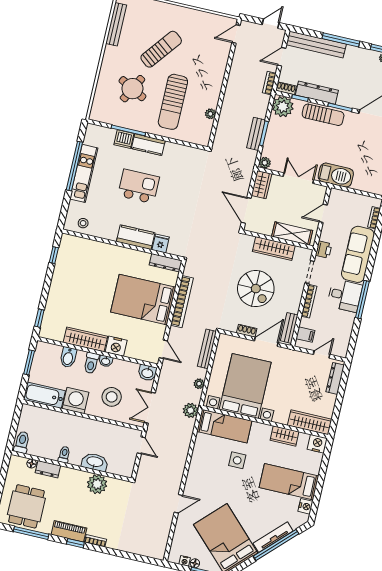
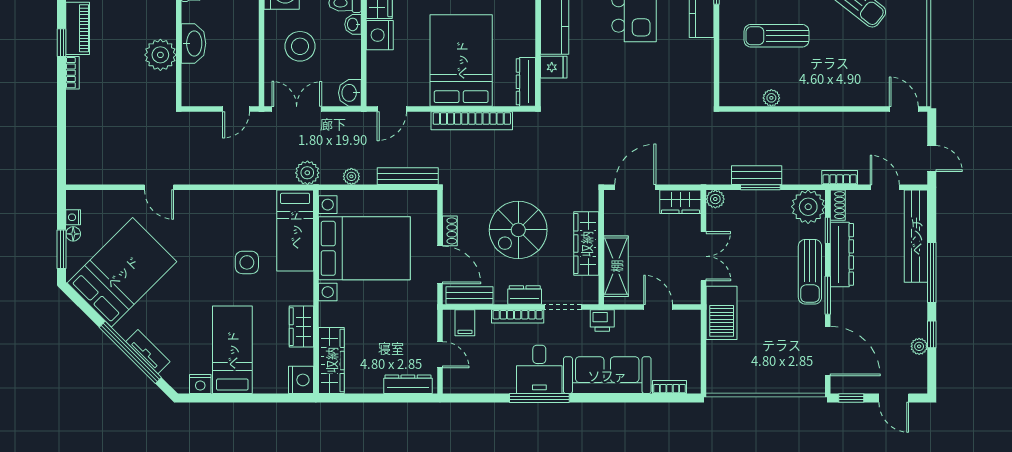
sun lounger: (173, 102) -> (776, 36), width x0.73, depth x0.75
dresser: (297, 294) -> (525, 295), added
tv unit: (273, 537) -> (148, 352), width x0.71

